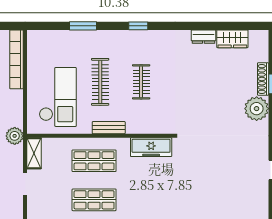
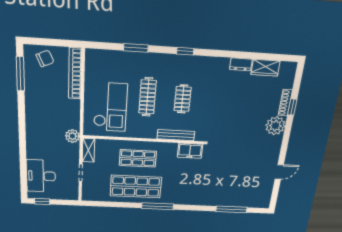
bench: (109, 128) -> (176, 135), moved, width x1.36
freezer: (151, 147) -> (190, 151), width x0.71
shop shelf: (94, 200) -> (136, 187), width x1.43, depth x1.36

